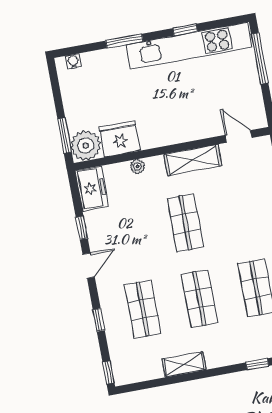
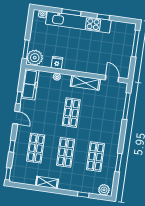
kitchen unit: (189, 46) -> (78, 22), moved
fridge: (120, 139) -> (57, 63), width x0.53, depth x0.75
freezer: (92, 188) -> (30, 84), width x1.40
door: (89, 266) -> (16, 118), hinge flipped

